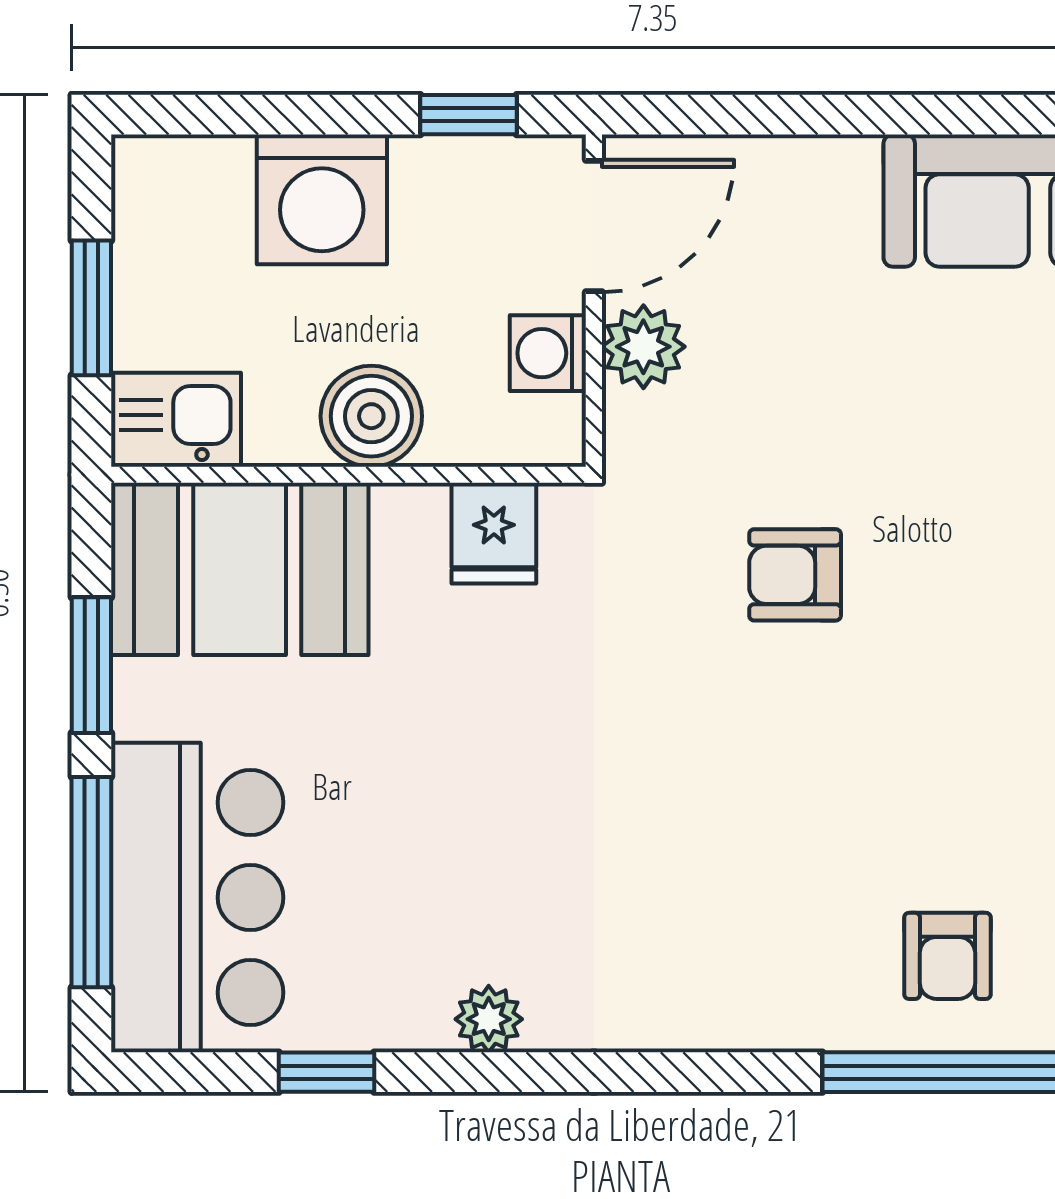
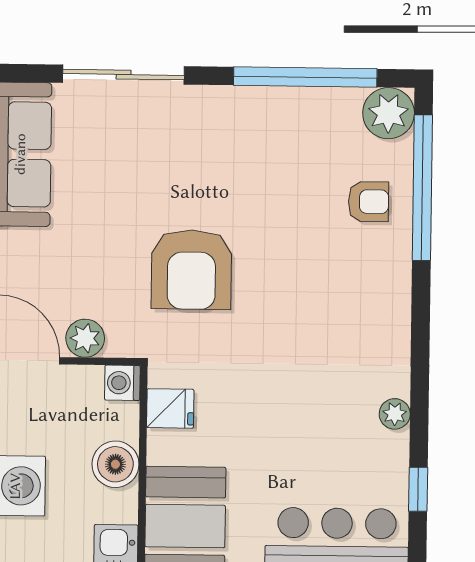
washing machine: (548, 353) -> (122, 383), moved, turned 90
armchair: (795, 575) -> (191, 270), width x1.88, depth x1.88

